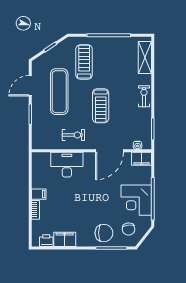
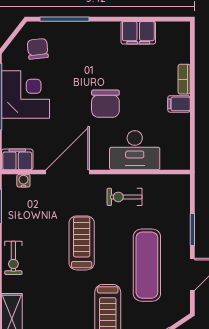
chair: (104, 233) -> (105, 104), moved, turned -90
printer: (46, 241) -> (167, 31), removed

